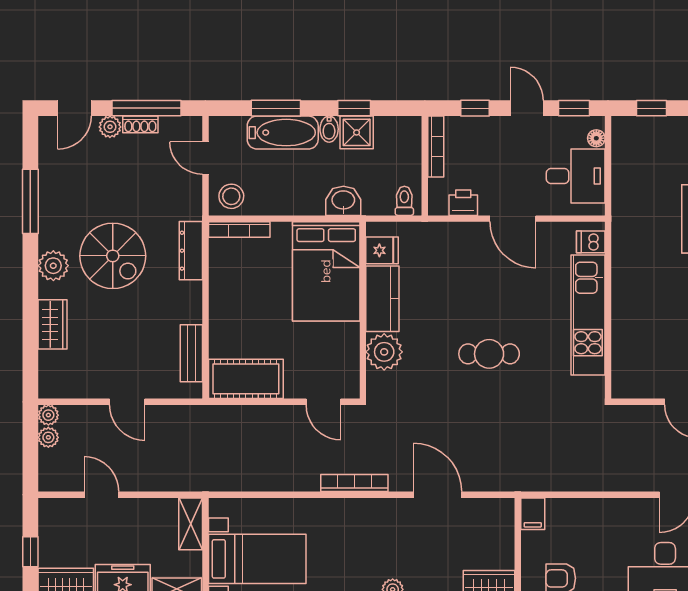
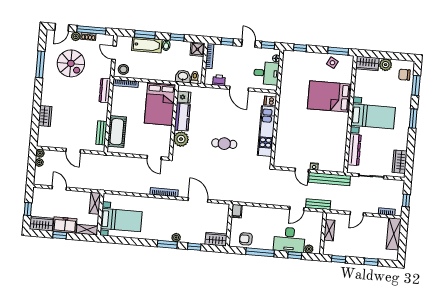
shower: (357, 132) -> (197, 49), moved
washbasin: (343, 201) -> (183, 76), moved
spiral stairs: (113, 256) -> (71, 63), moved
plant: (53, 266) -> (47, 92), removed
cot: (246, 379) -> (117, 132), moved, turned 90

